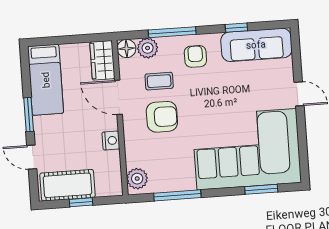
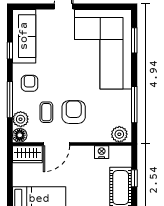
armchair: (195, 56) -> (30, 83), turned 90
nightstand: (111, 141) -> (102, 152), moved

